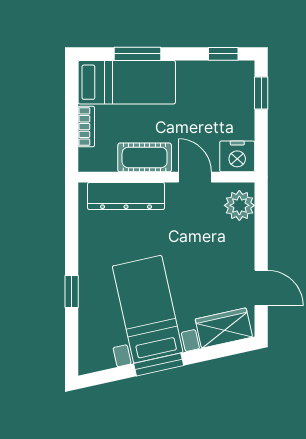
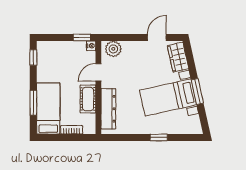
window: (261, 93) -> (82, 37), moved
nightstand: (237, 156) -> (91, 46), width x0.53, depth x0.56

